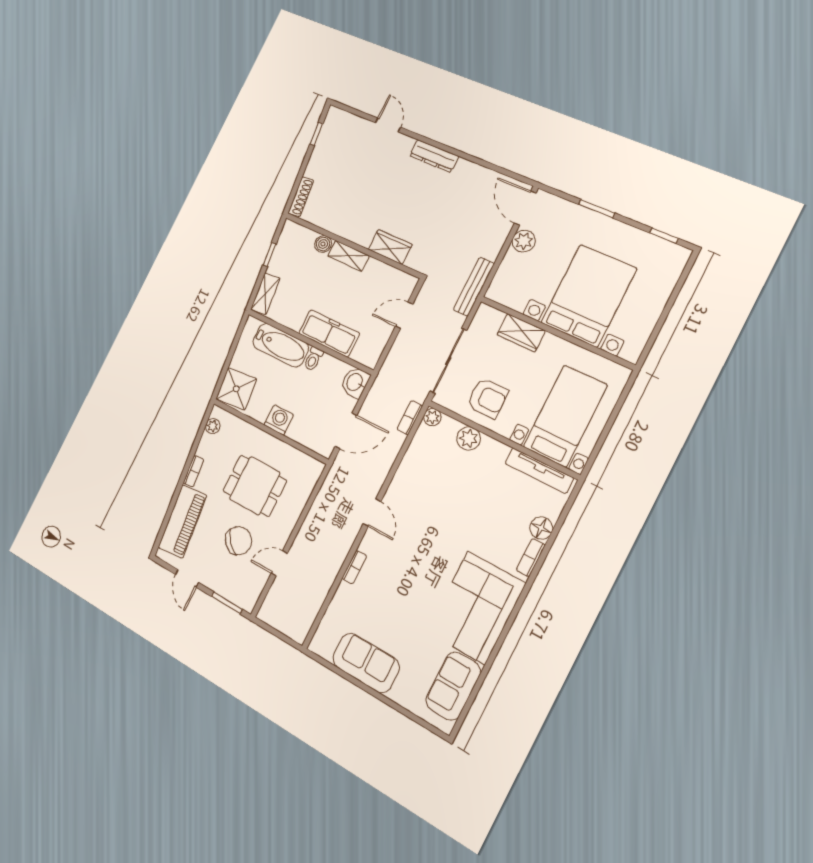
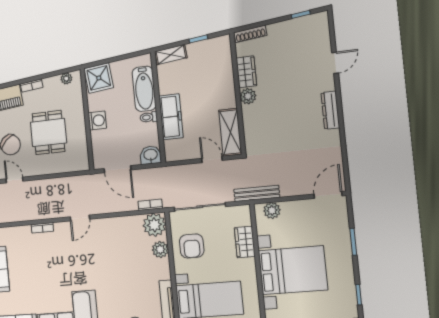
plant: (362, 236) -> (248, 96), added
plant: (524, 241) -> (272, 210), moved
boiler: (323, 244) -> (227, 72), removed
wardrobe: (390, 247) -> (246, 72), moved
shelving: (348, 256) -> (230, 132), moved, width x1.50, depth x1.33
plant: (432, 417) -> (154, 225), width x1.88, depth x1.88

